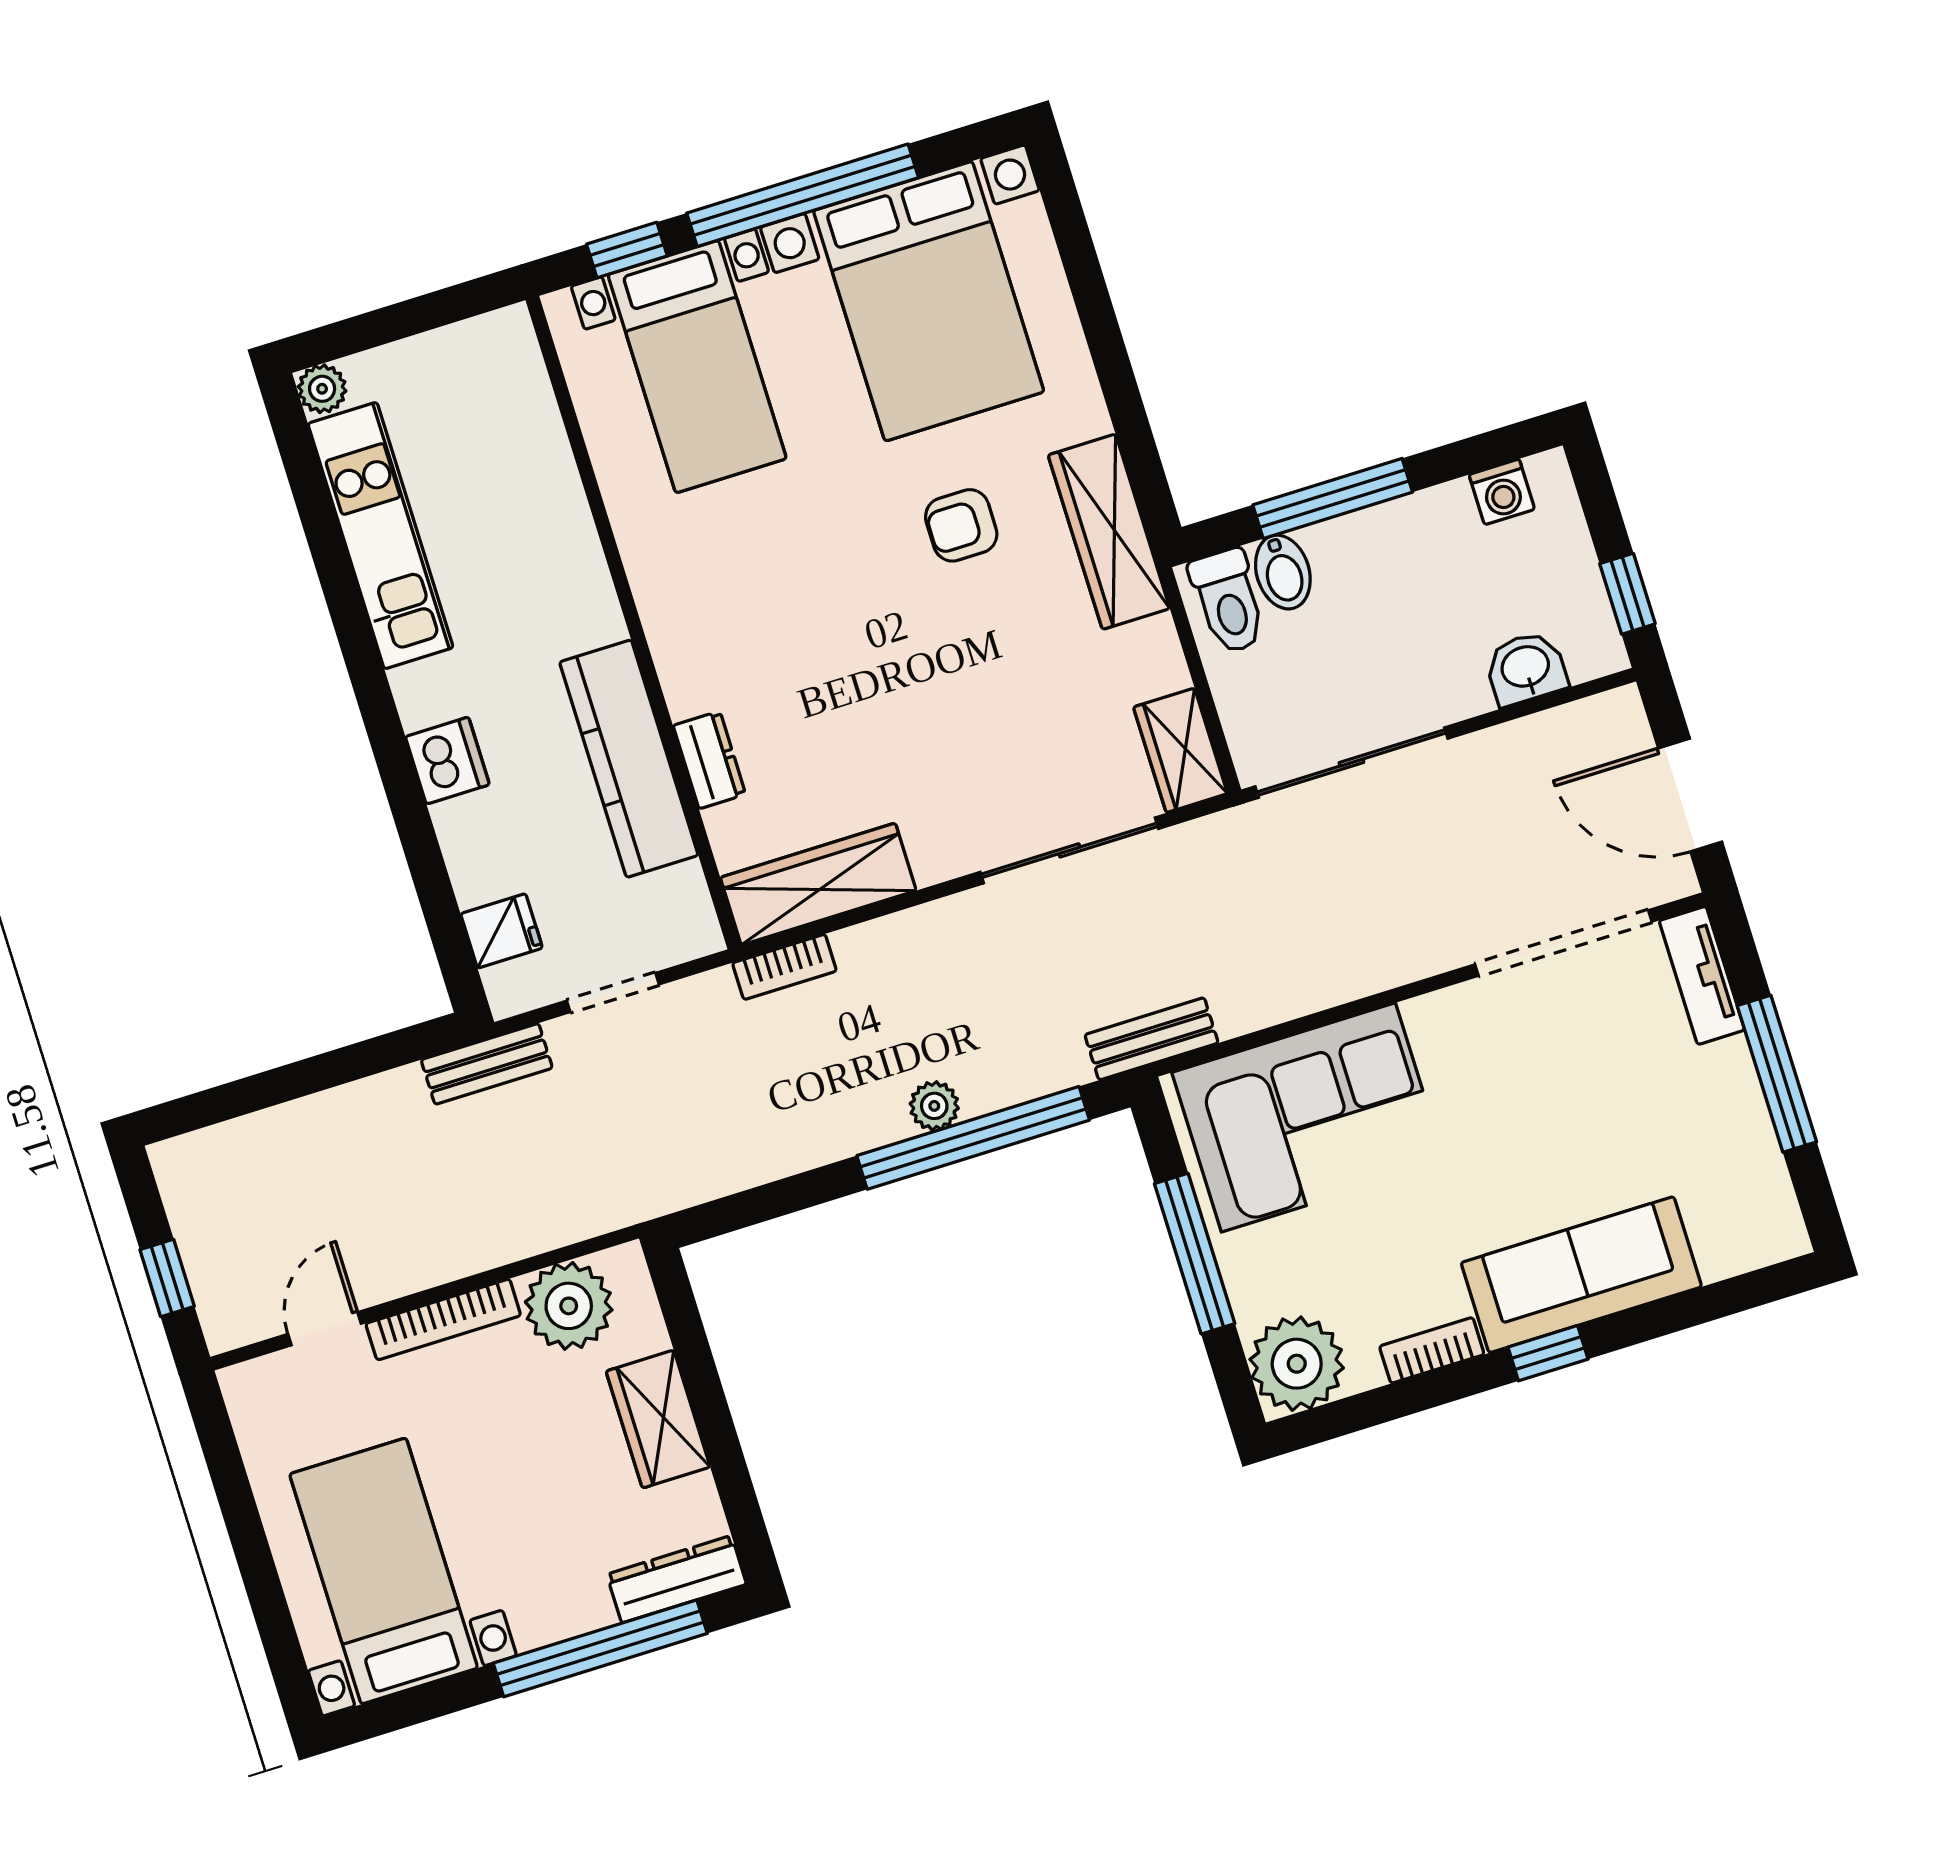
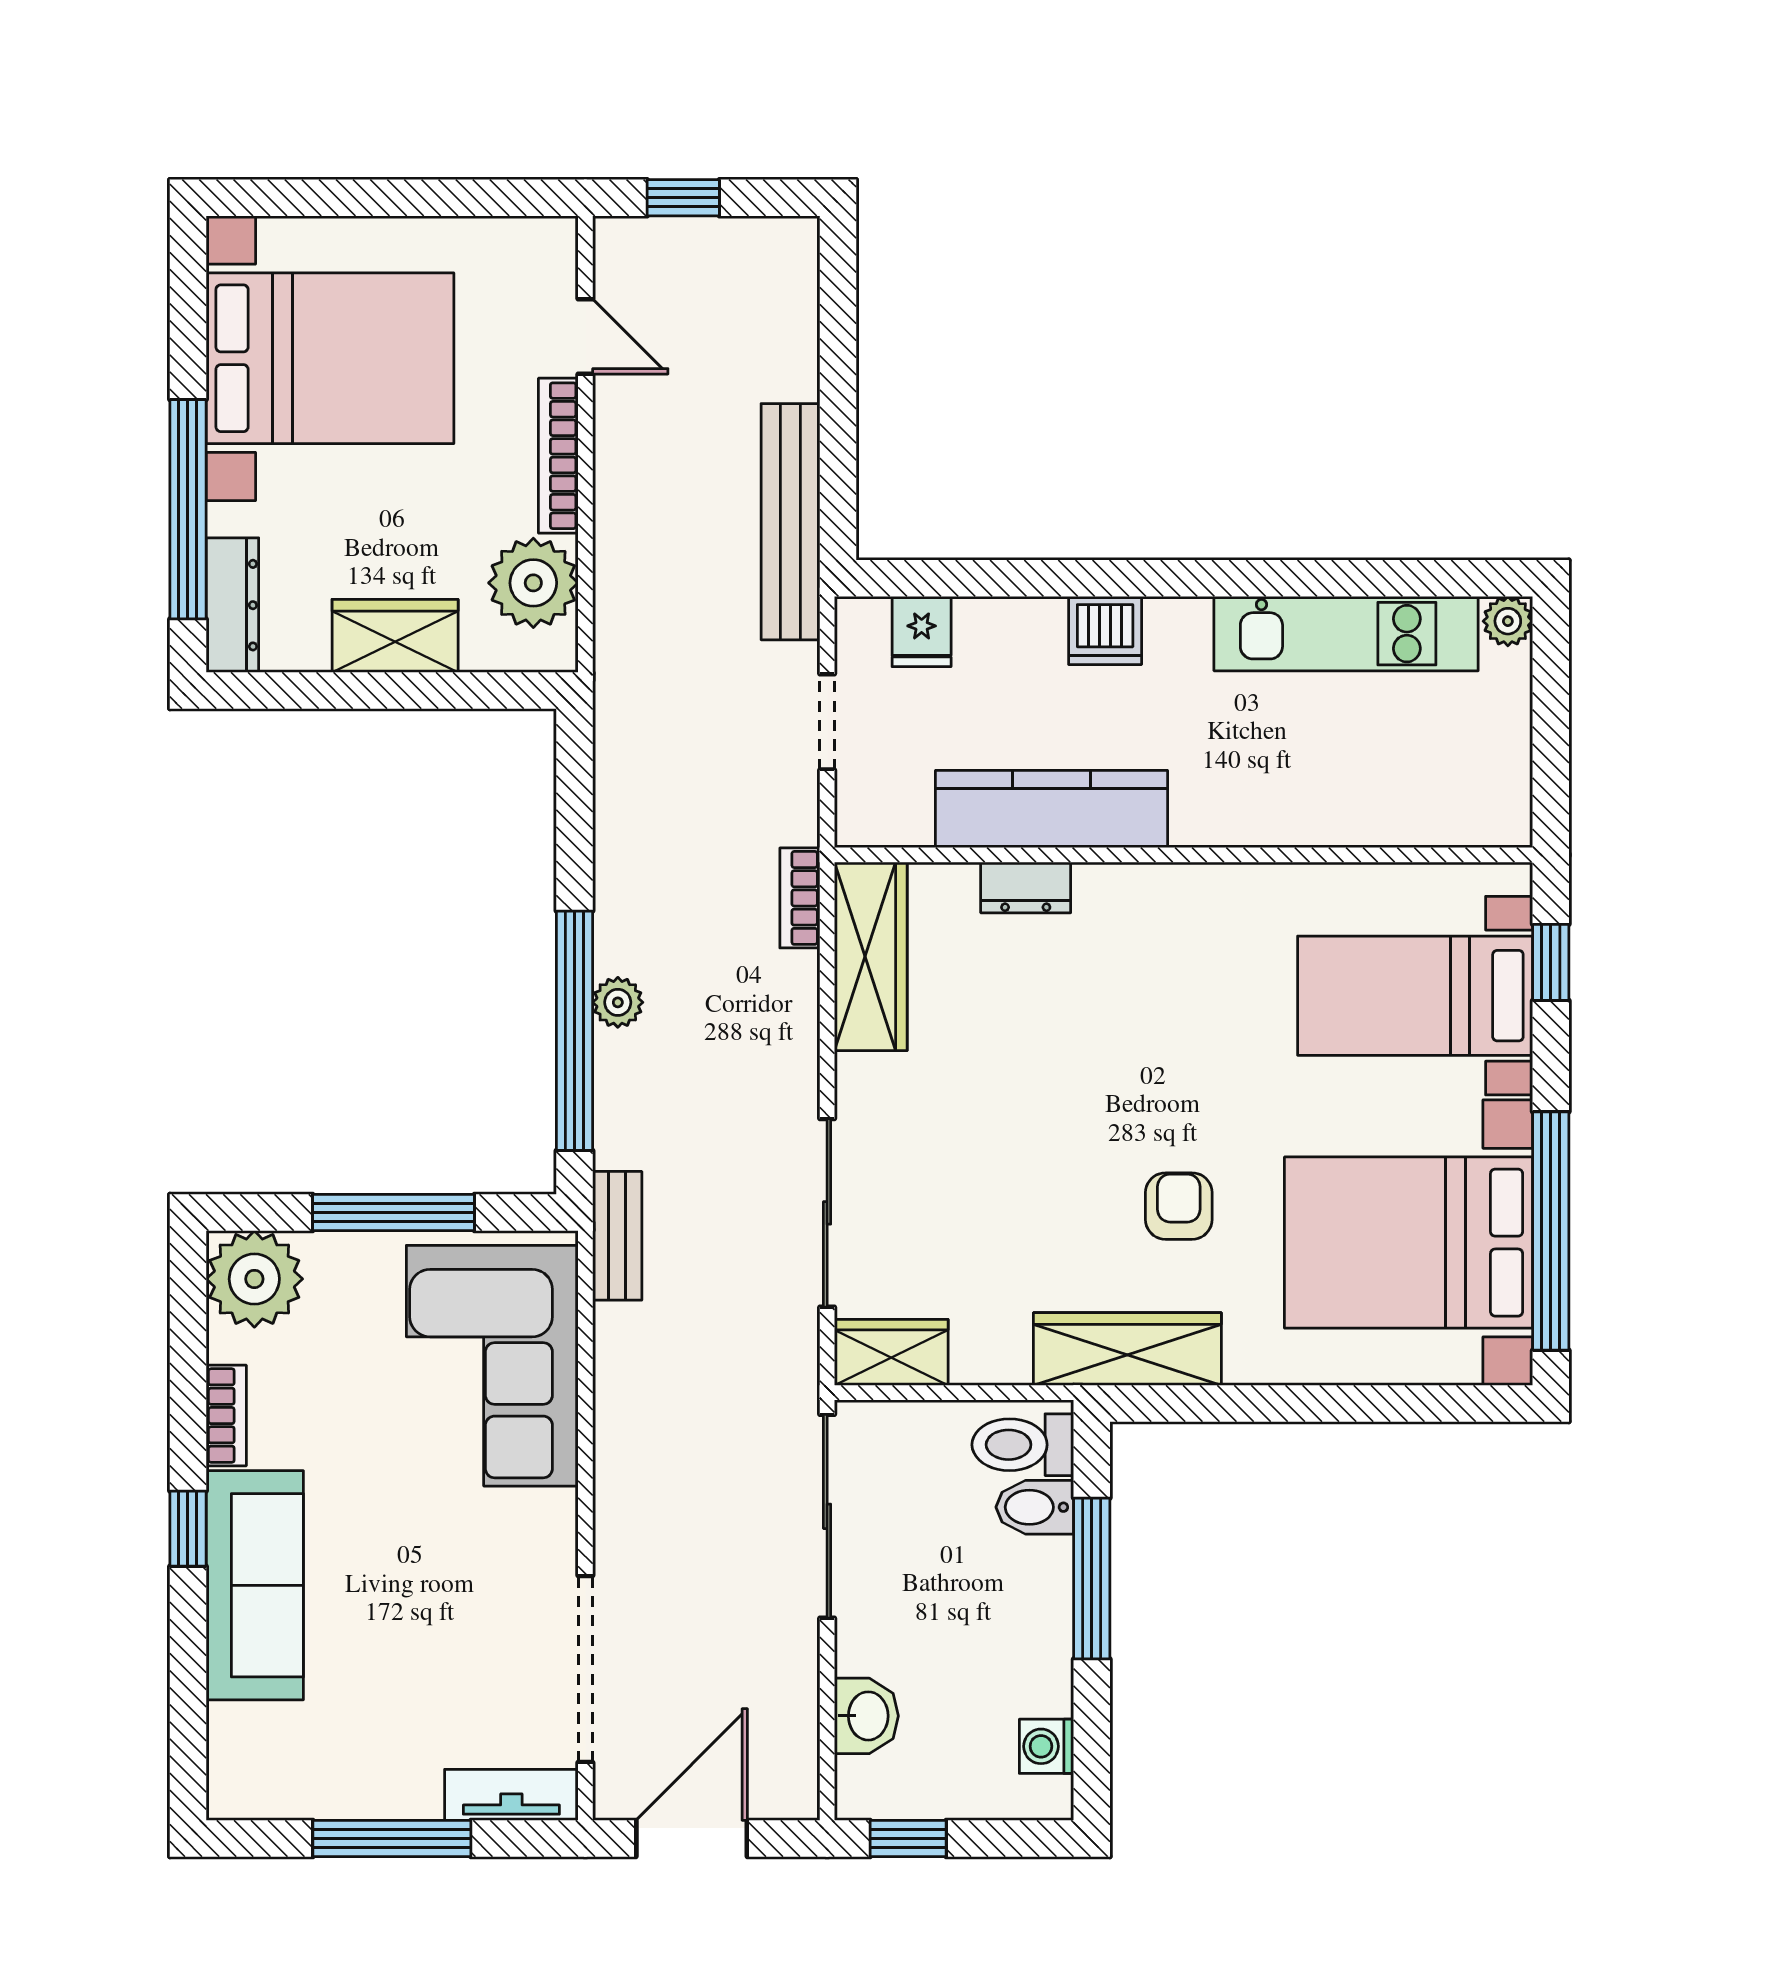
window: (803, 195) -> (1551, 1231), moved
bench: (487, 1064) -> (790, 522), width x1.86, depth x1.21
bed with nightstands: (384, 1571) -> (330, 358), width x1.36

